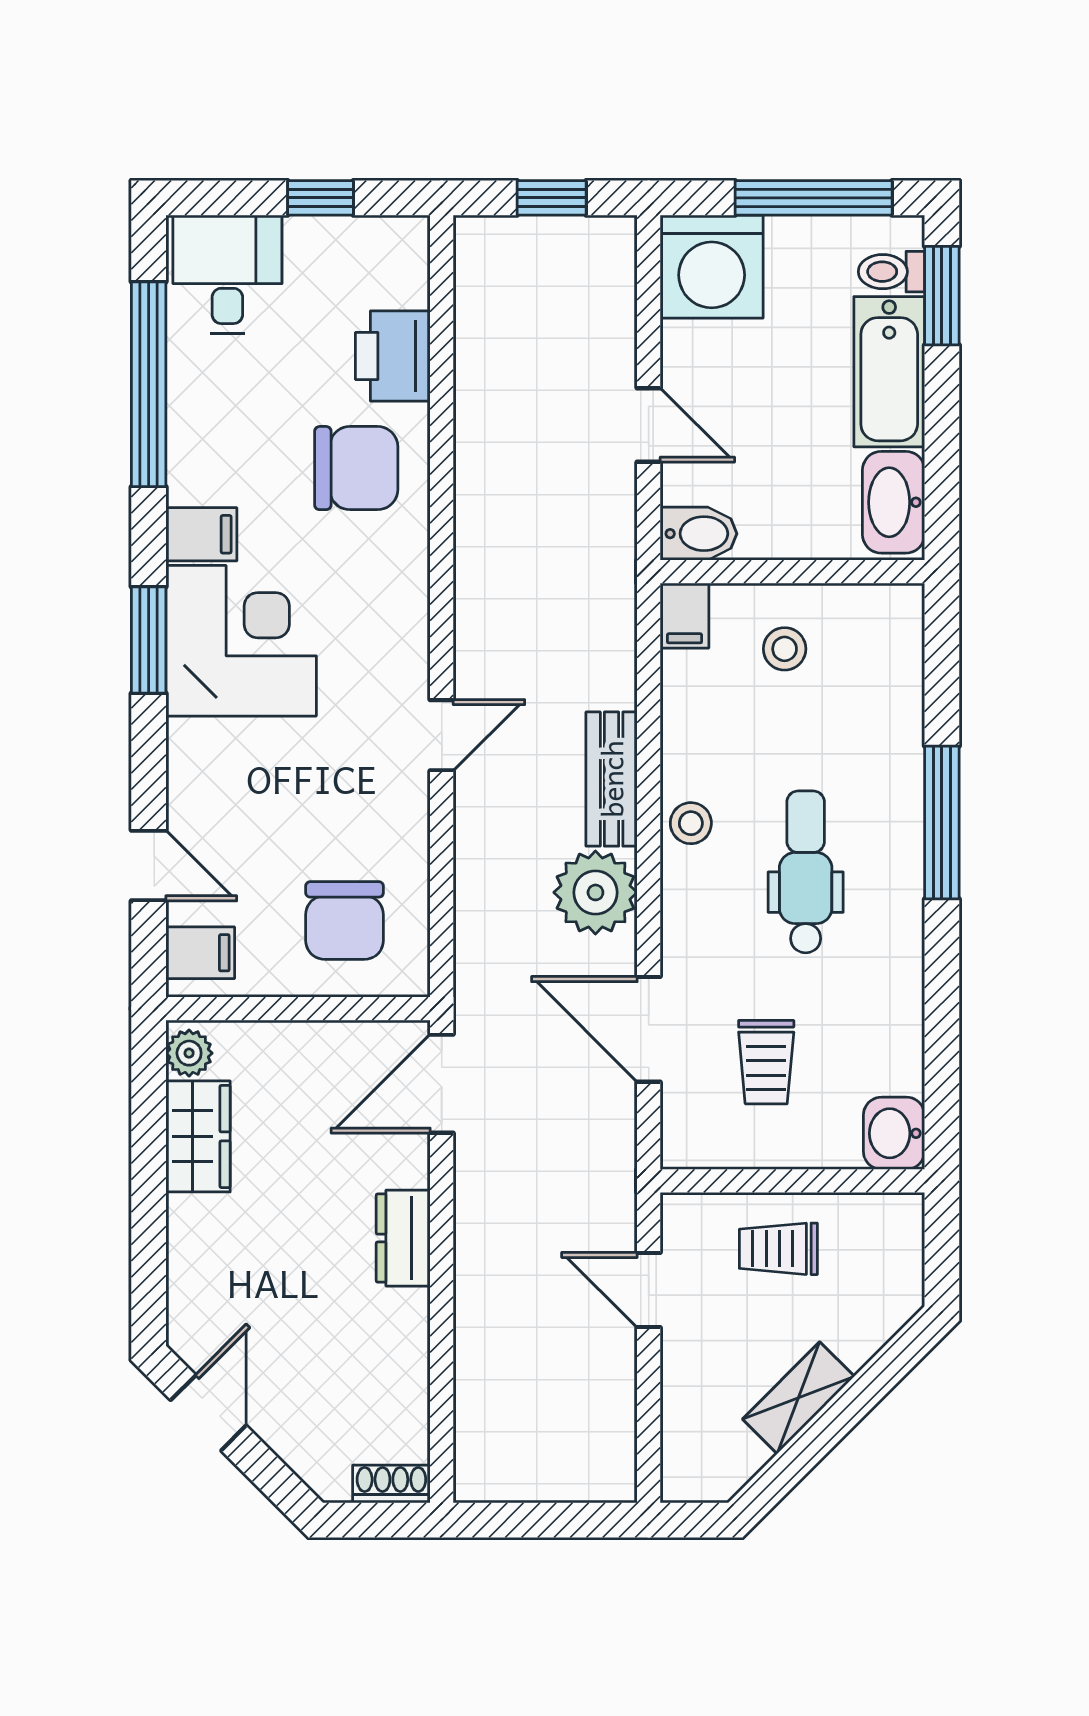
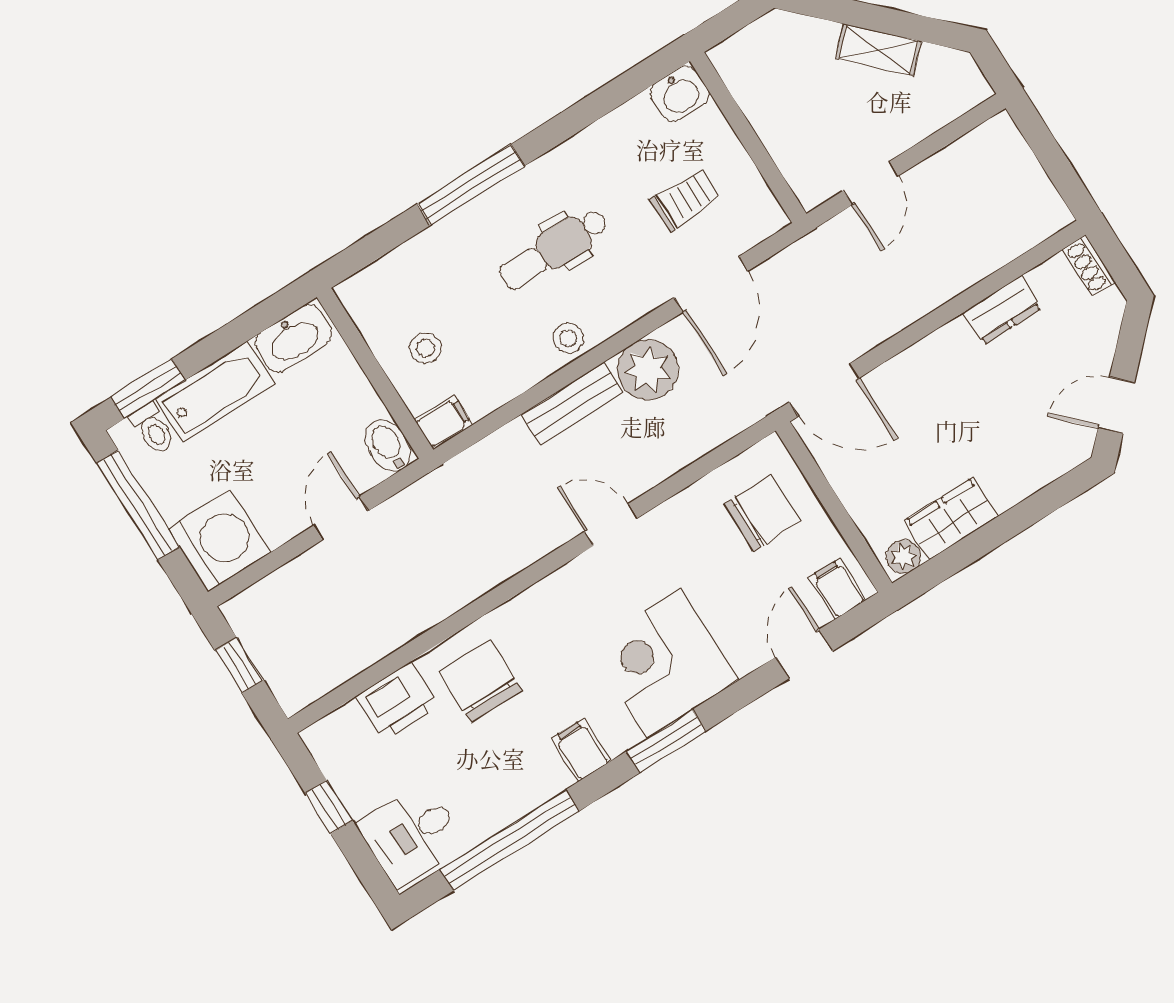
corner desk: (241, 641) -> (664, 663), moved
dresser: (403, 1238) -> (1002, 310), moved
trolley: (778, 1249) -> (795, 120), removed

